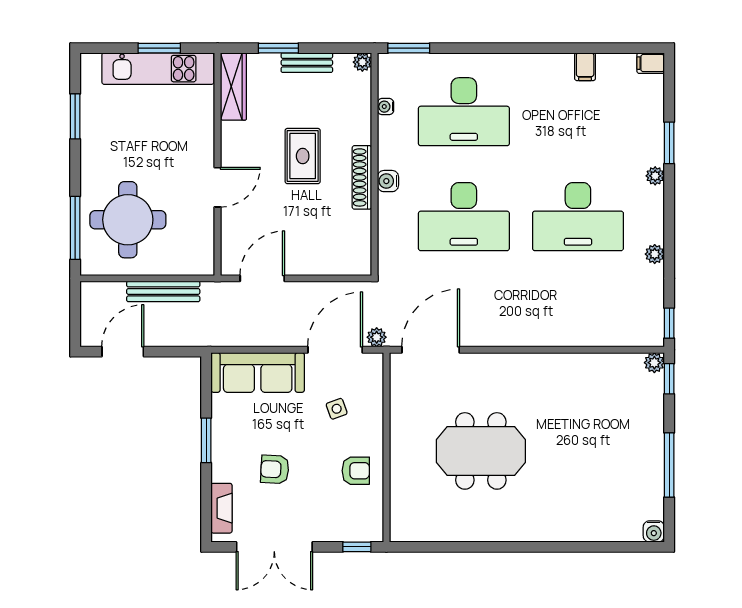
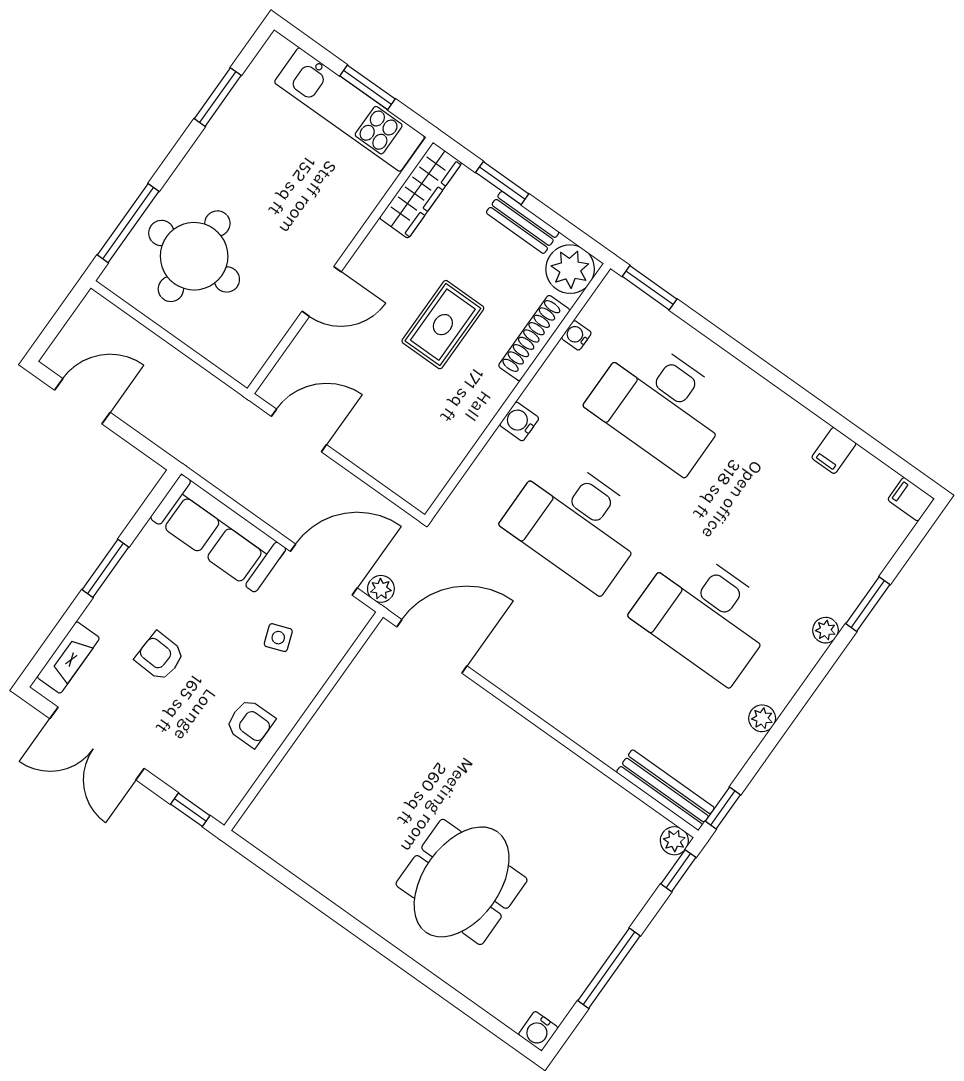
plant: (362, 62) -> (570, 269), width x1.88, depth x1.88
shoe rack: (362, 177) -> (534, 338), moved
bench: (163, 291) -> (665, 790), moved
meeting table: (481, 451) -> (462, 882), moved, turned 90

